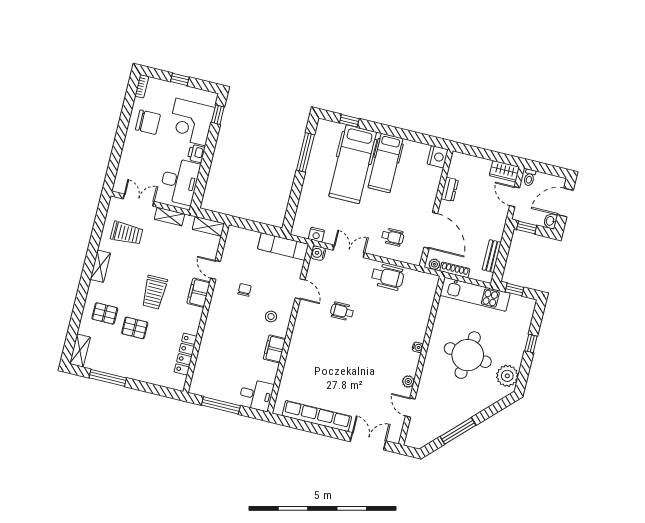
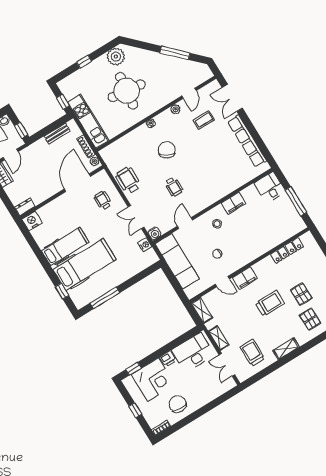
dresser: (450, 189) -> (25, 207), moved
exam couch: (283, 246) -> (177, 261), width x1.36, depth x1.45
door: (216, 270) -> (222, 282), hinge flipped
chair: (380, 338) -> (167, 150), added
coffee table: (374, 397) -> (204, 120), added

